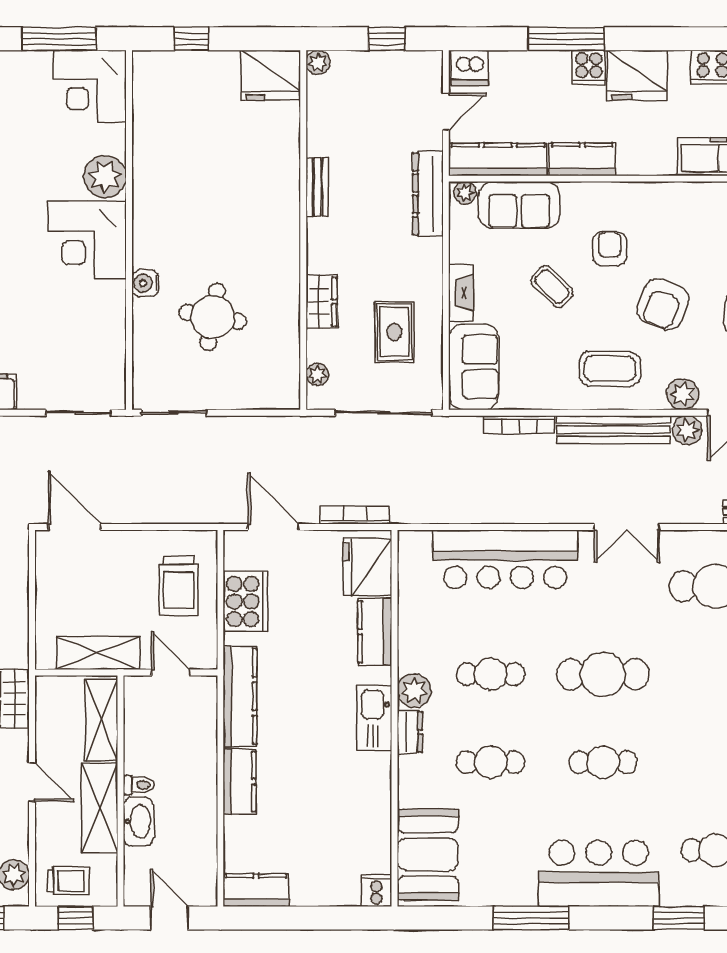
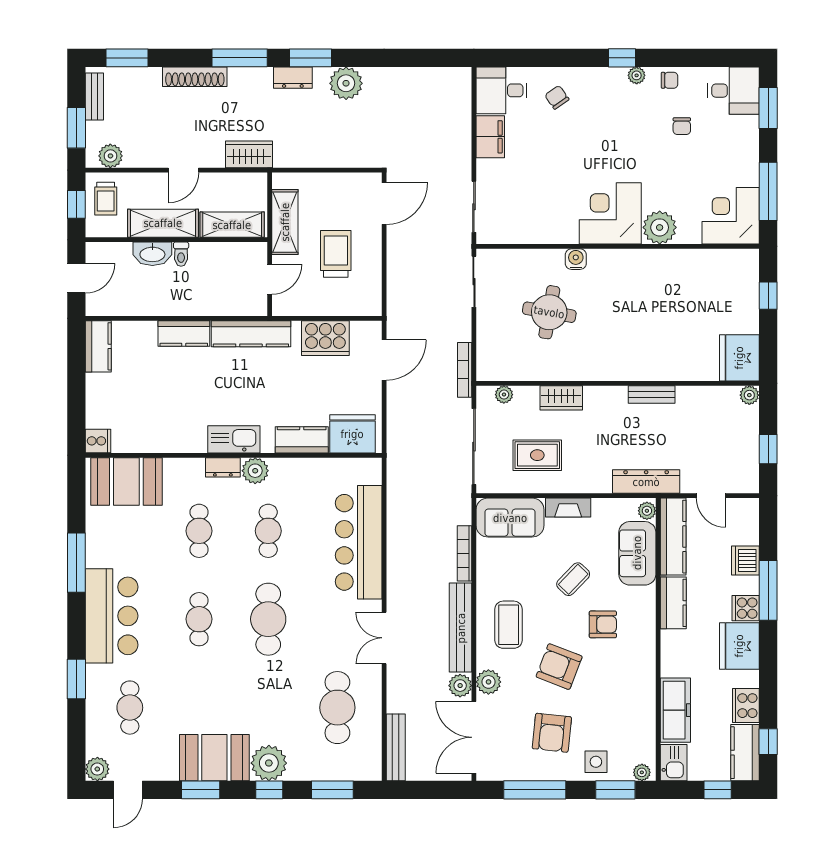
dishwasher: (469, 68) -> (745, 561), moved
bookcase: (355, 515) -> (465, 370), moved, turned 180
trolley: (179, 586) -> (336, 254), moved, turned 90

